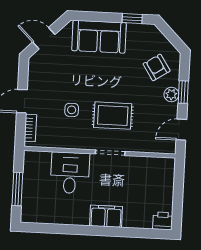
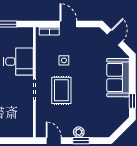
armchair: (157, 67) -> (98, 120), removed

